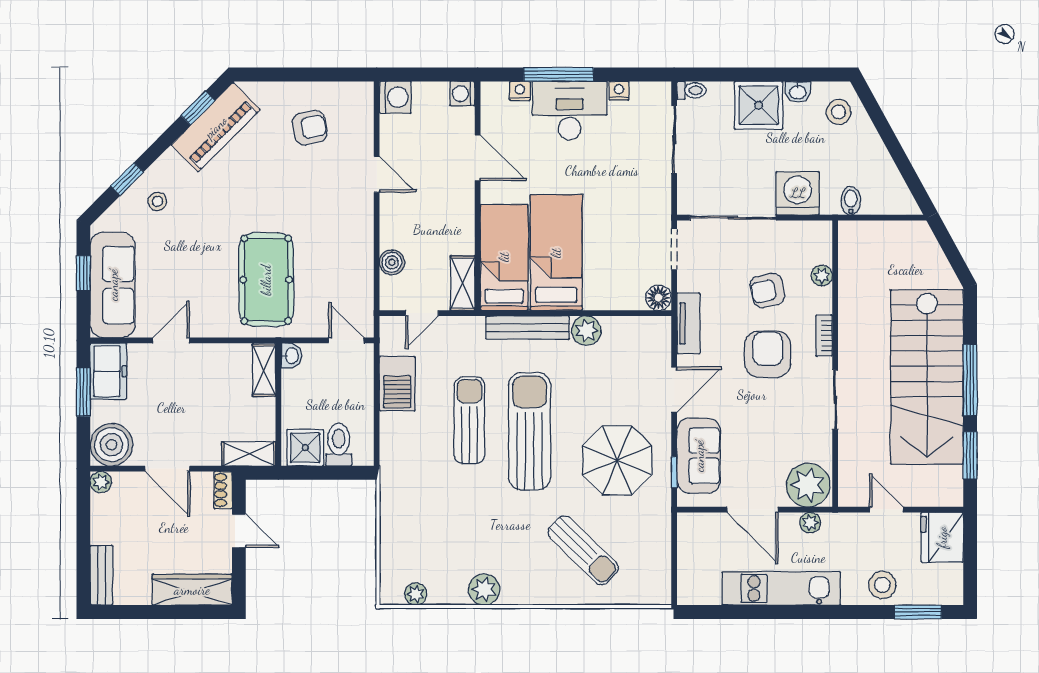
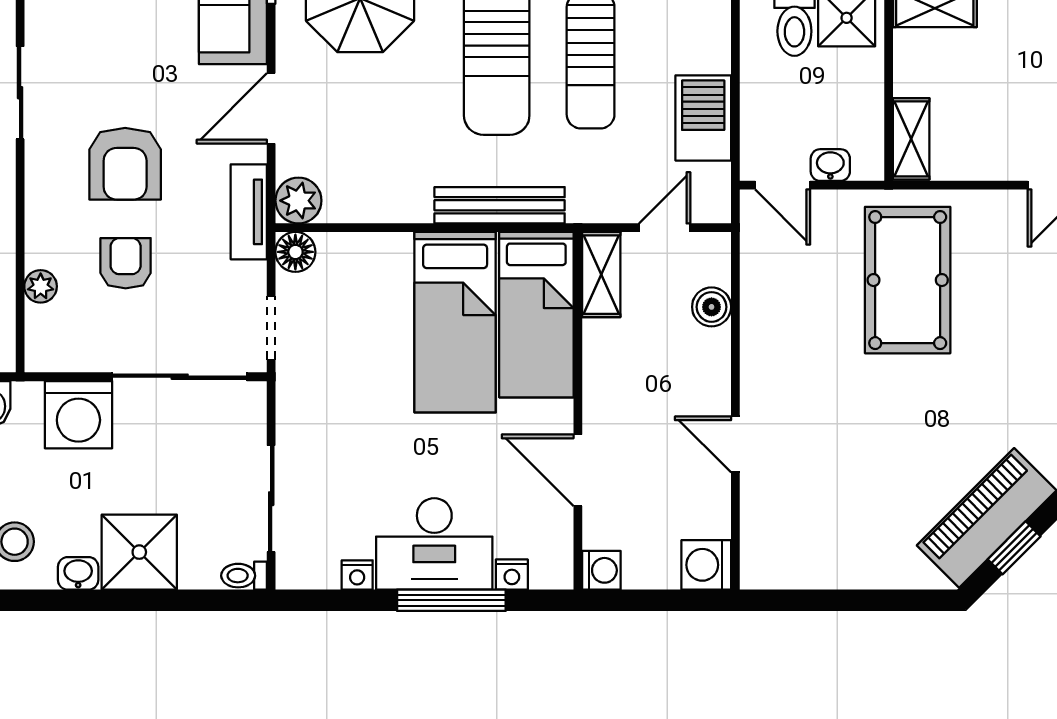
armchair: (310, 128) -> (840, 517), removed
armchair: (767, 290) -> (126, 263), turned -78
plant: (586, 331) -> (298, 201), moved
bookcase: (824, 336) -> (37, 193), removed
washbasin: (291, 356) -> (830, 165), moved, turned 90

